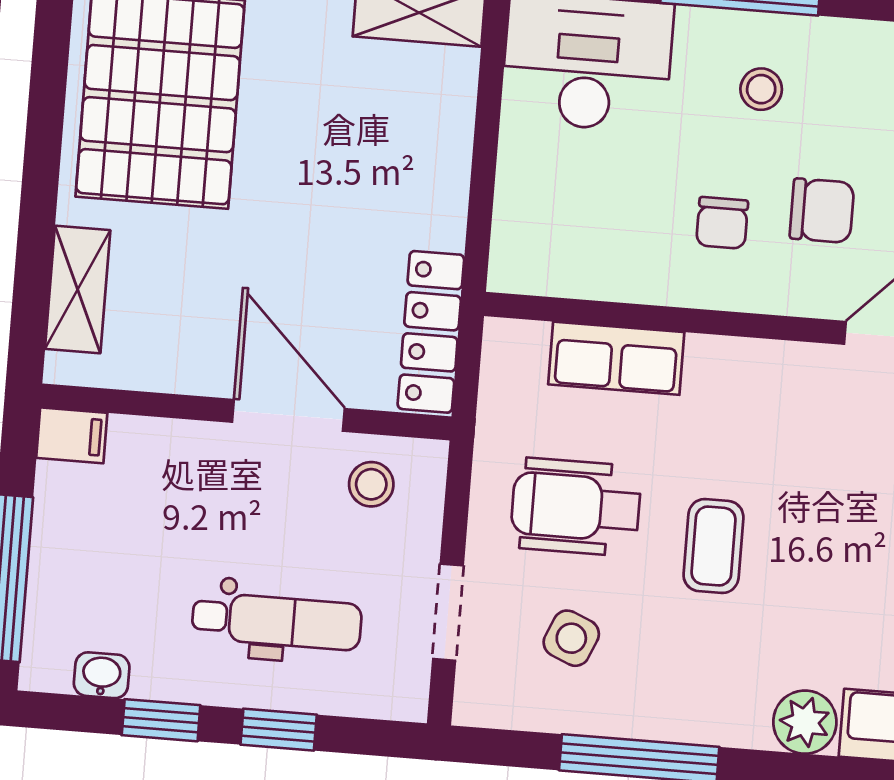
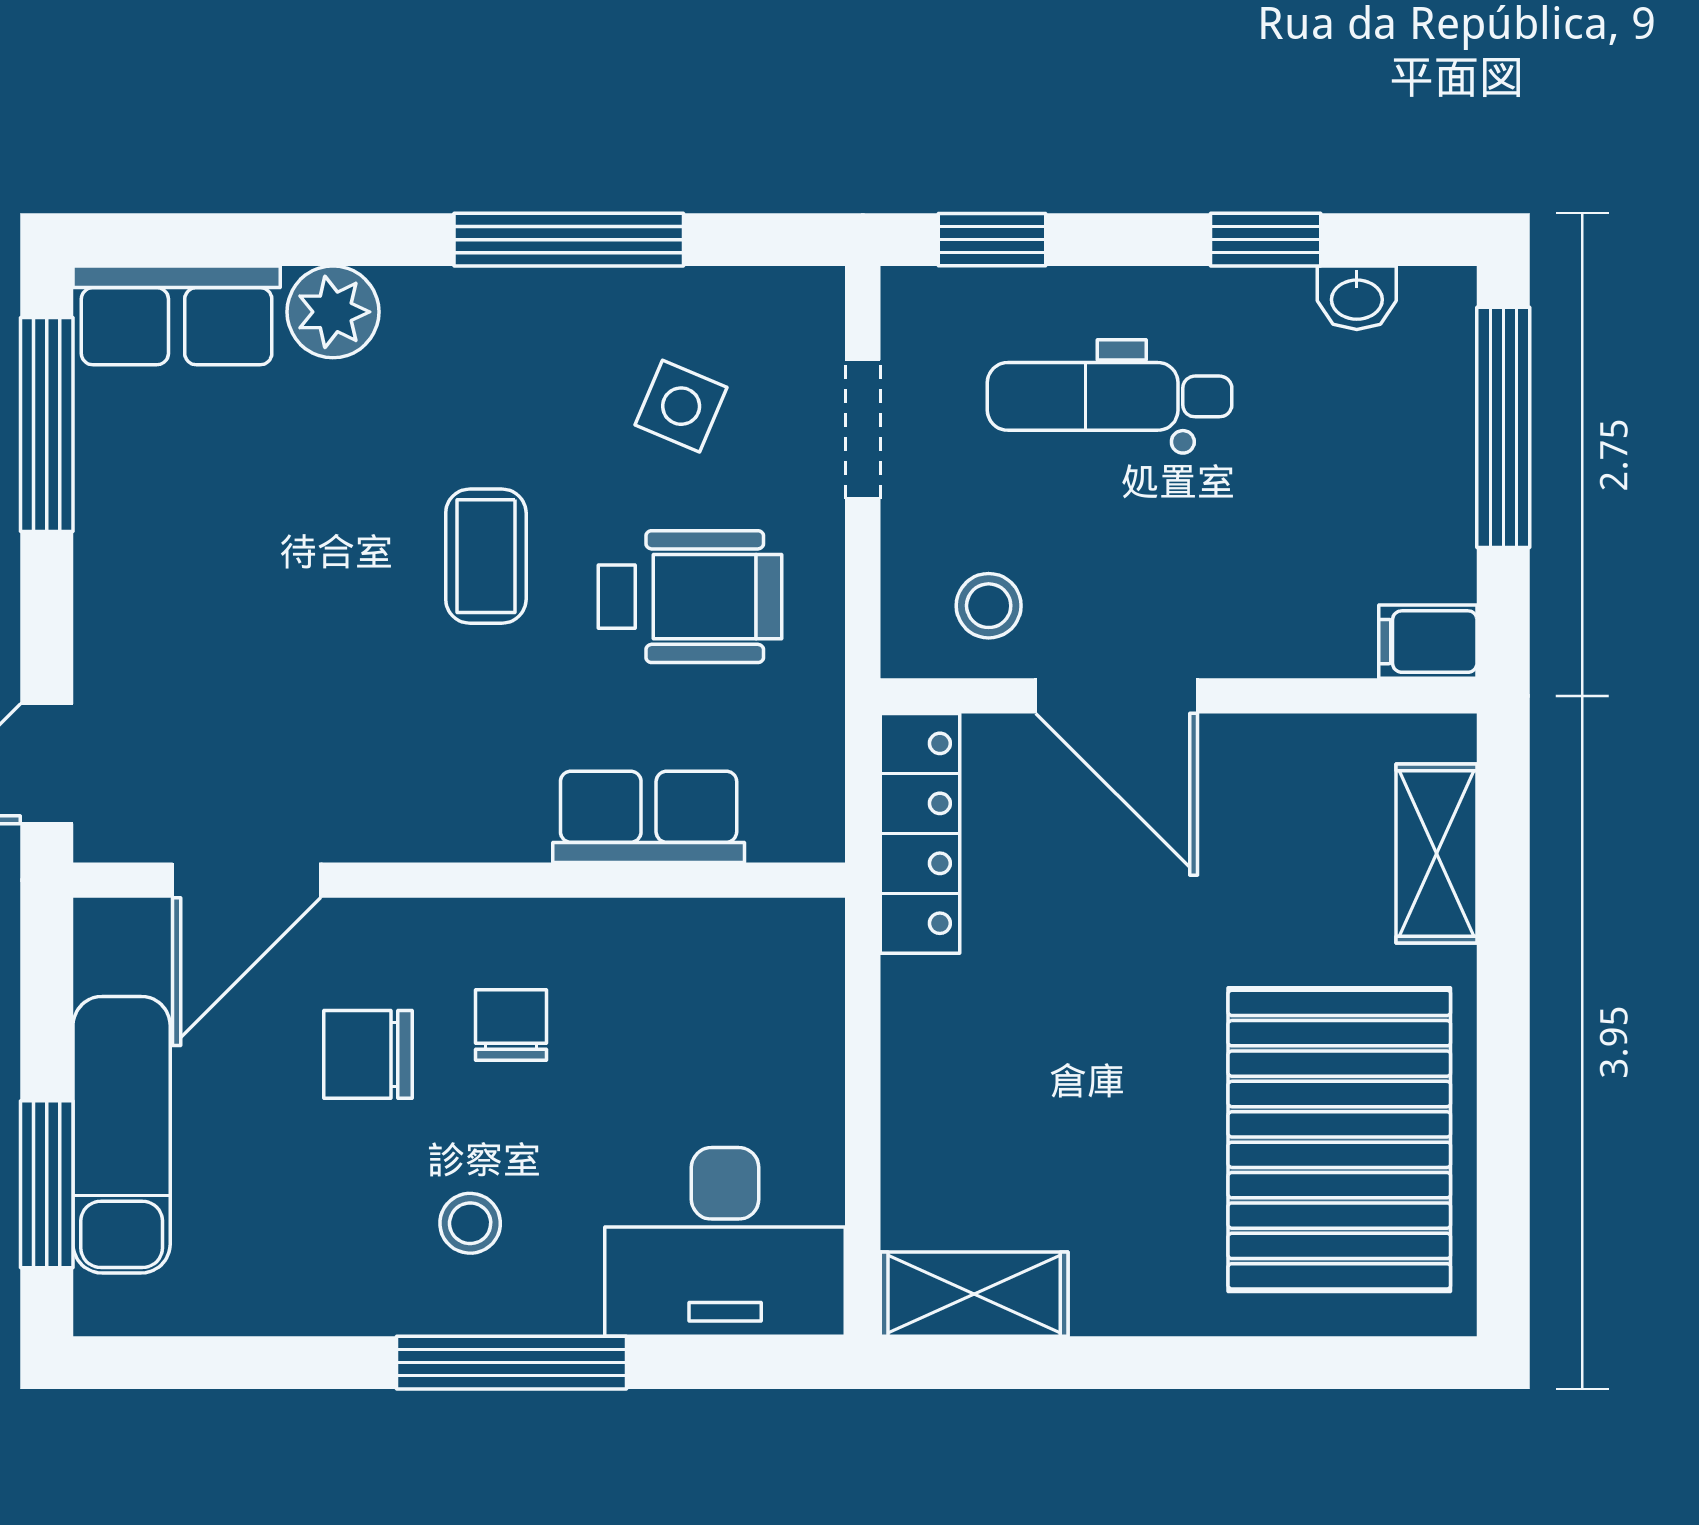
window: (279, 730) -> (992, 240), moved

